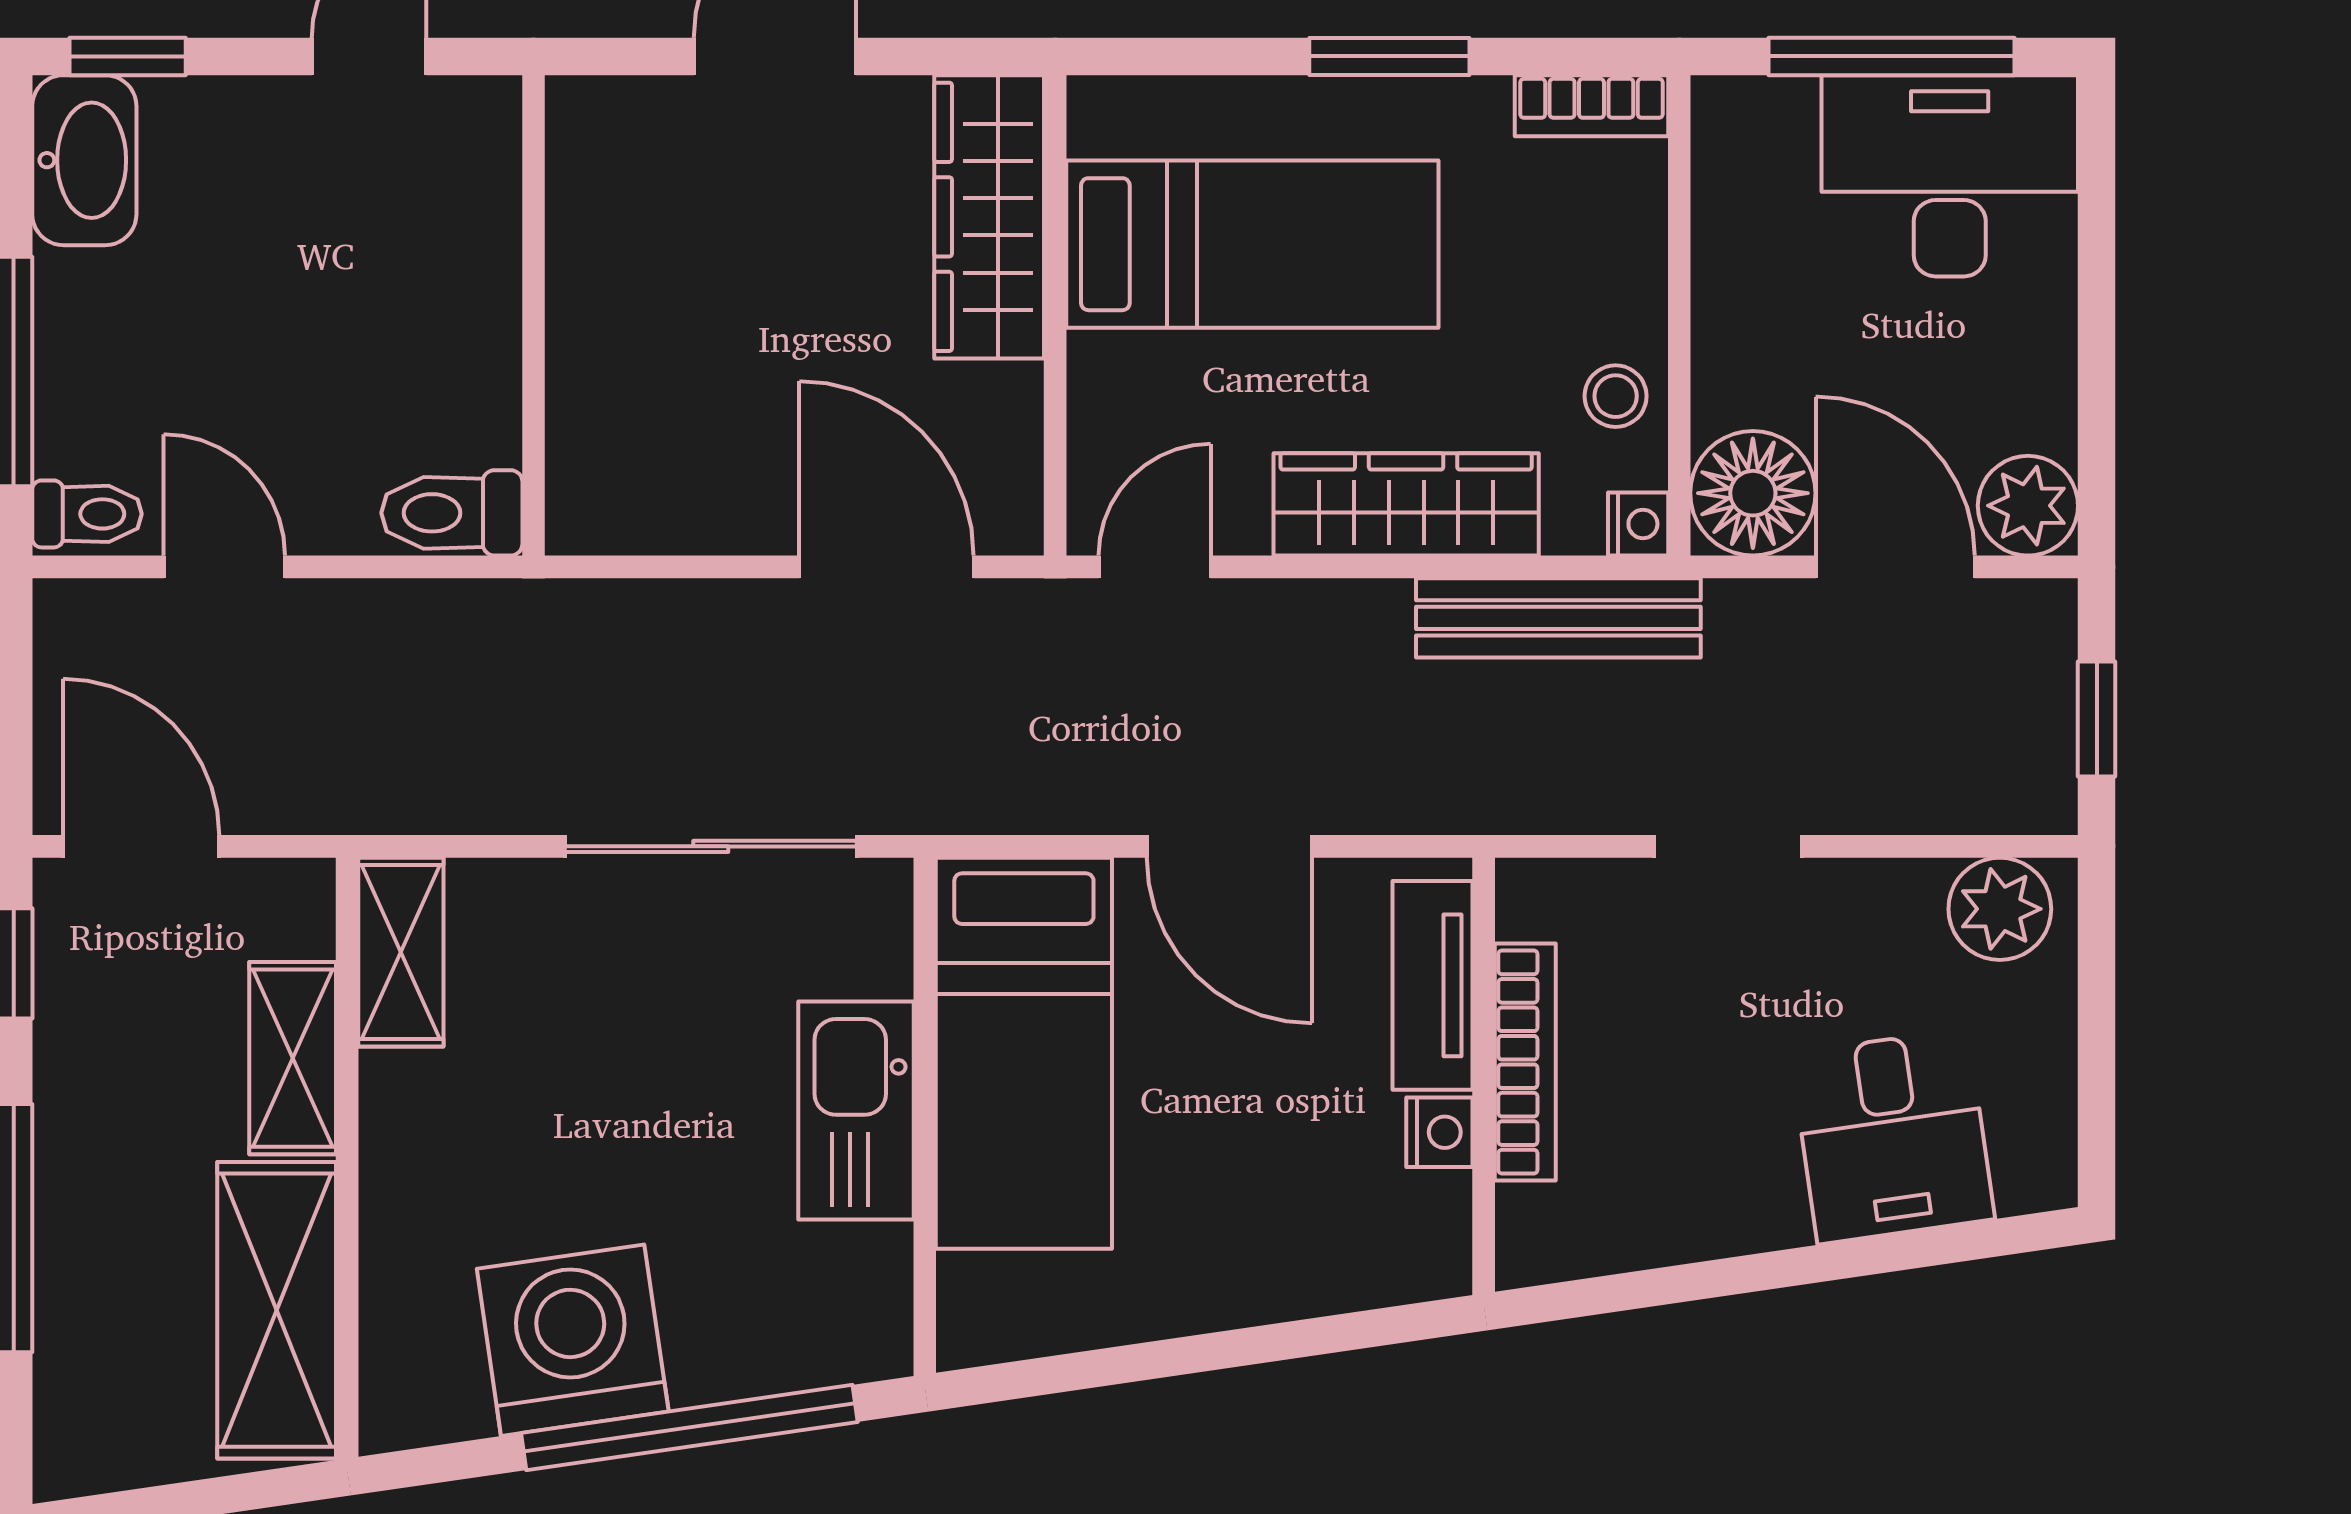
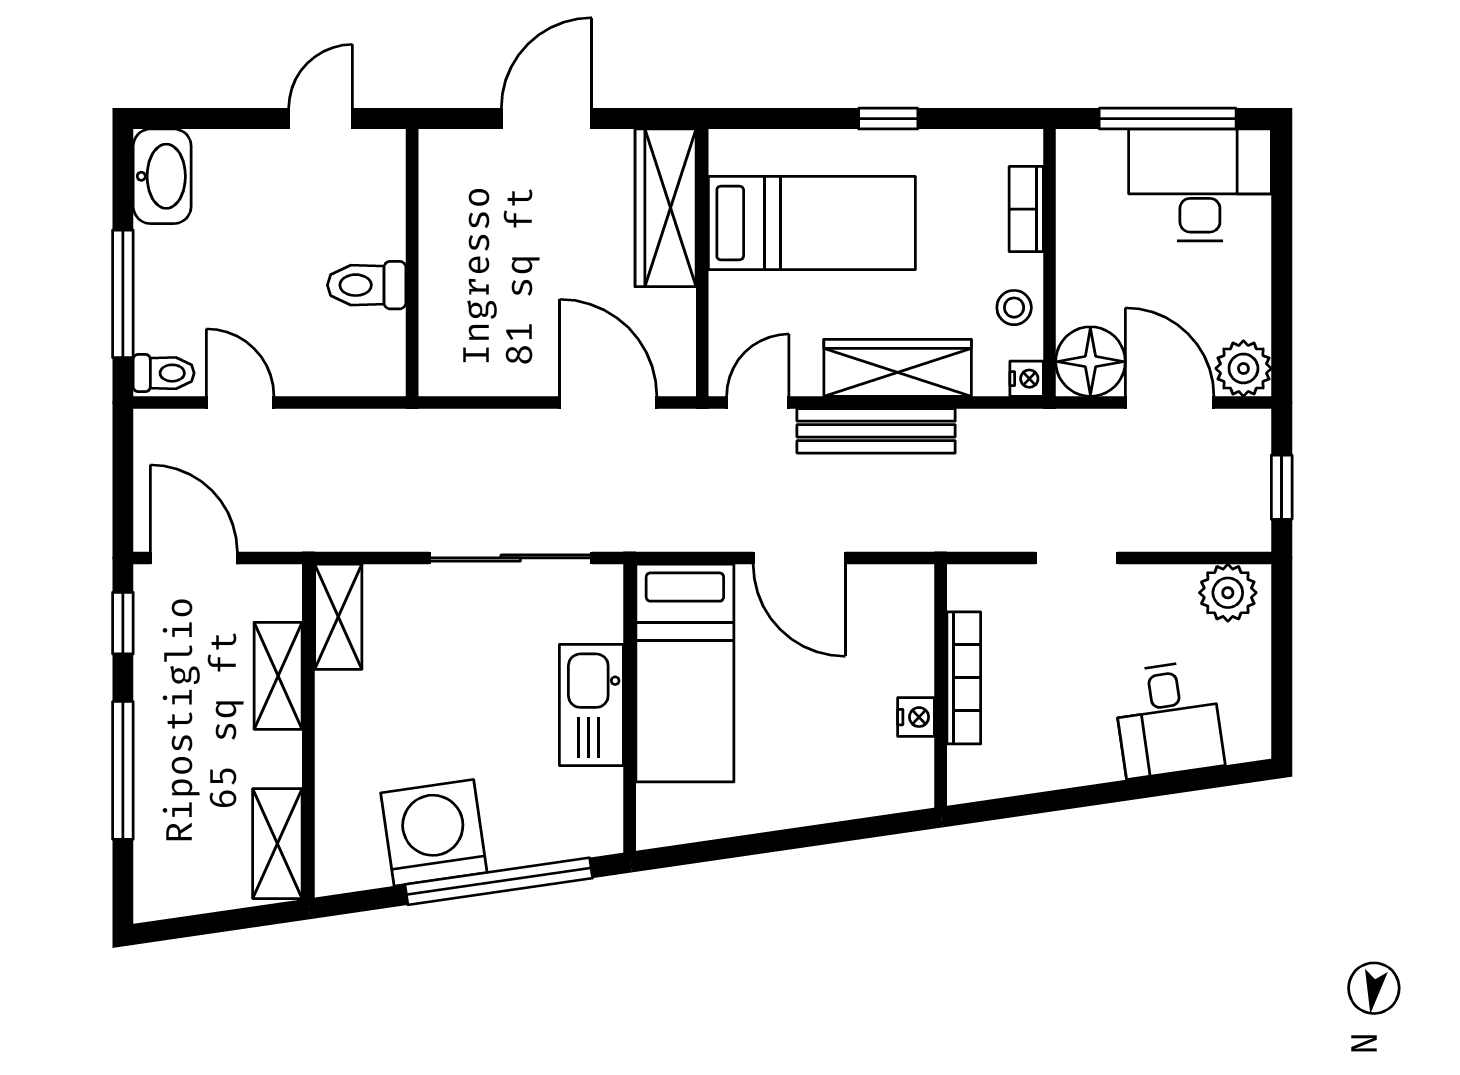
window: (128, 56) -> (186, 119), removed
window: (1389, 56) -> (888, 119), width x0.67
bookcase: (1591, 106) -> (1026, 209), moved, turned 90
toilet: (452, 513) -> (367, 285), moved
bench: (1558, 618) -> (876, 431), moved
tv unit: (1433, 985) -> (912, 635), removed
shelving: (277, 1310) -> (277, 844), width x0.67, depth x0.75

